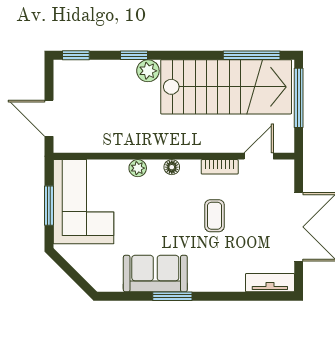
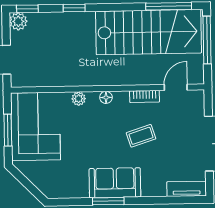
plant: (148, 71) -> (18, 21), moved
coffee table: (214, 216) -> (141, 136), turned 72
sofa: (155, 274) -> (115, 183), moved

